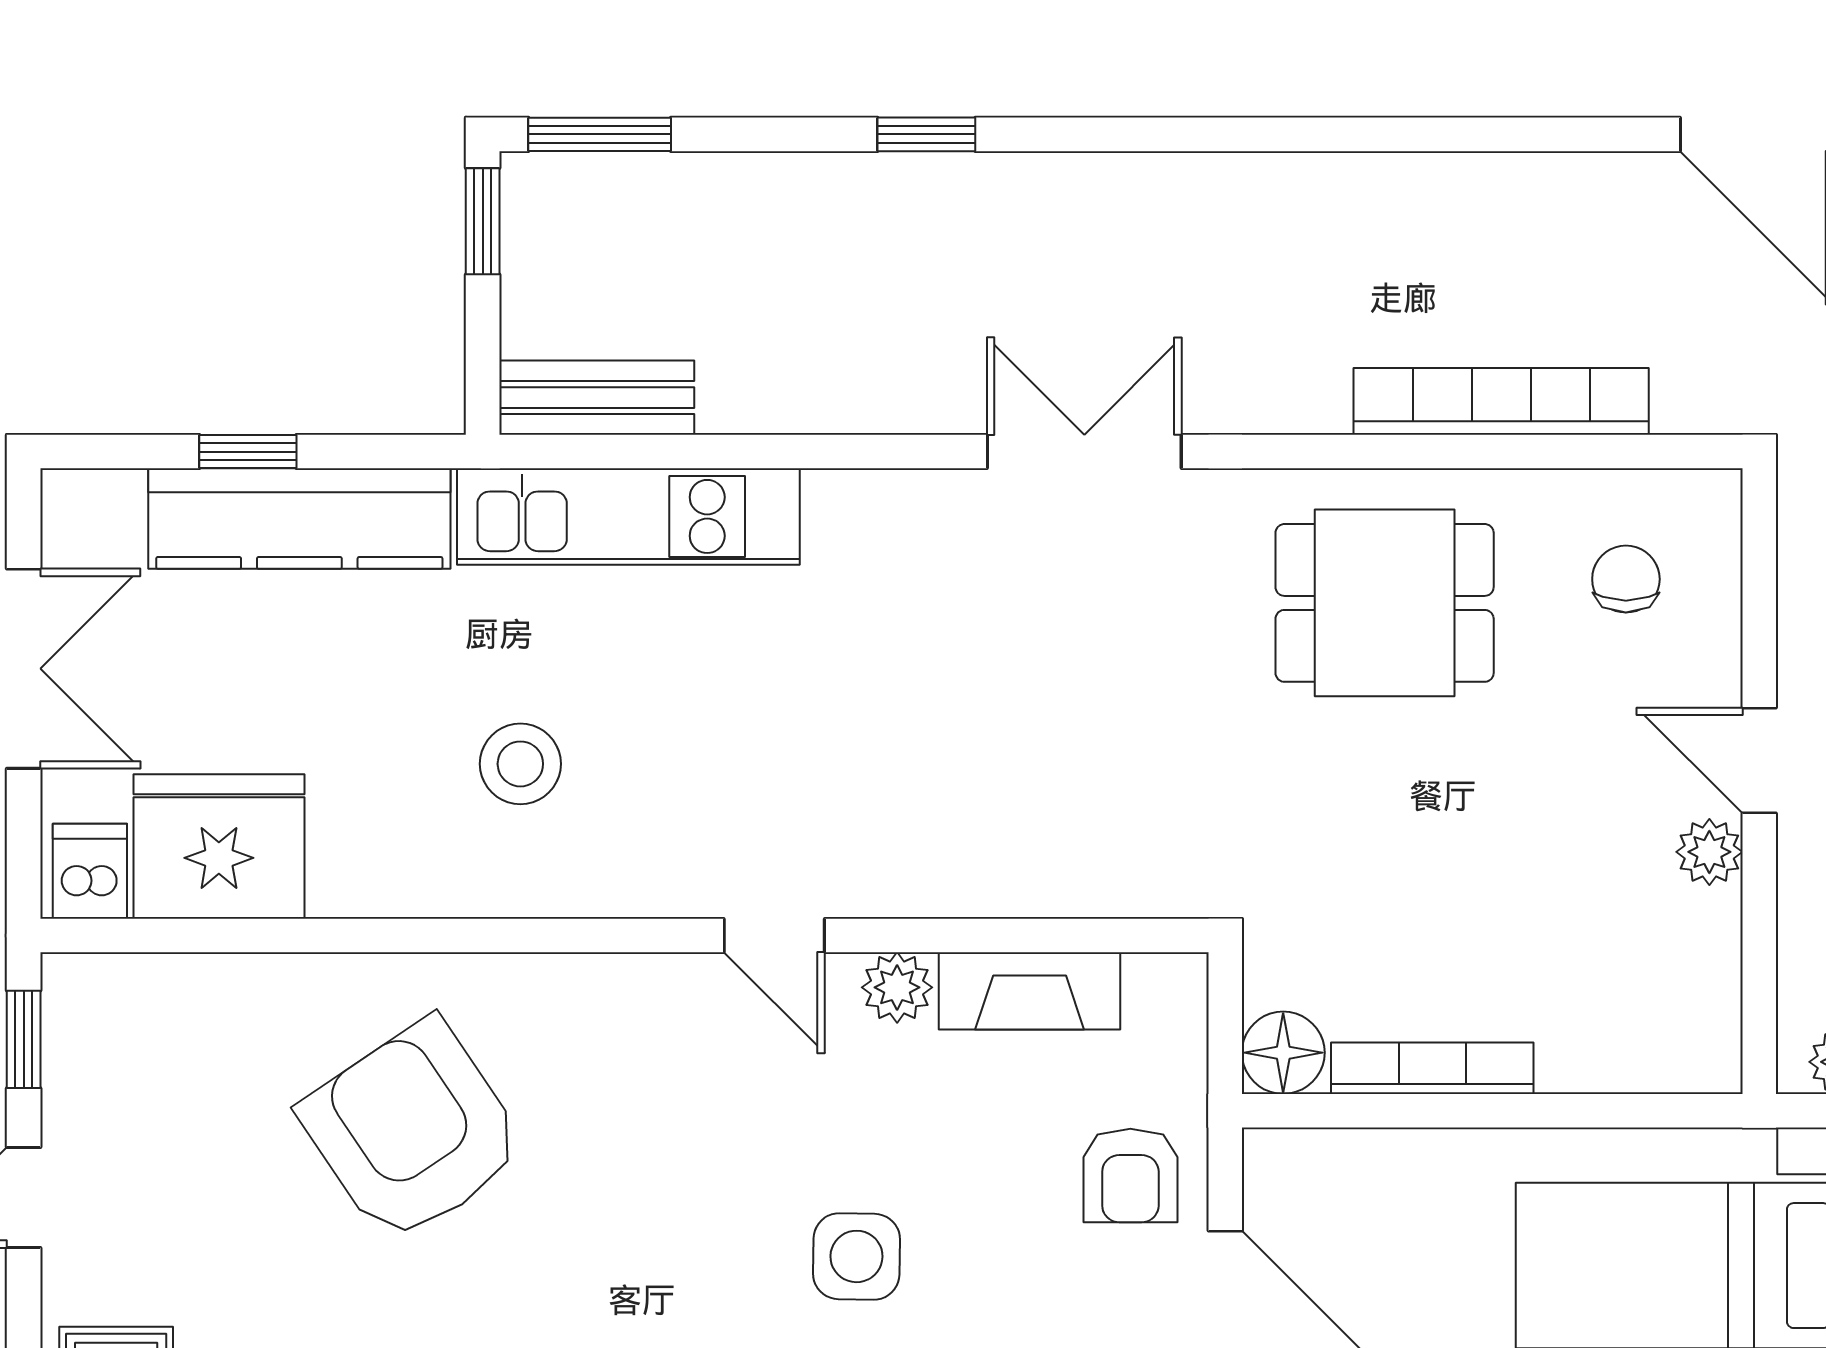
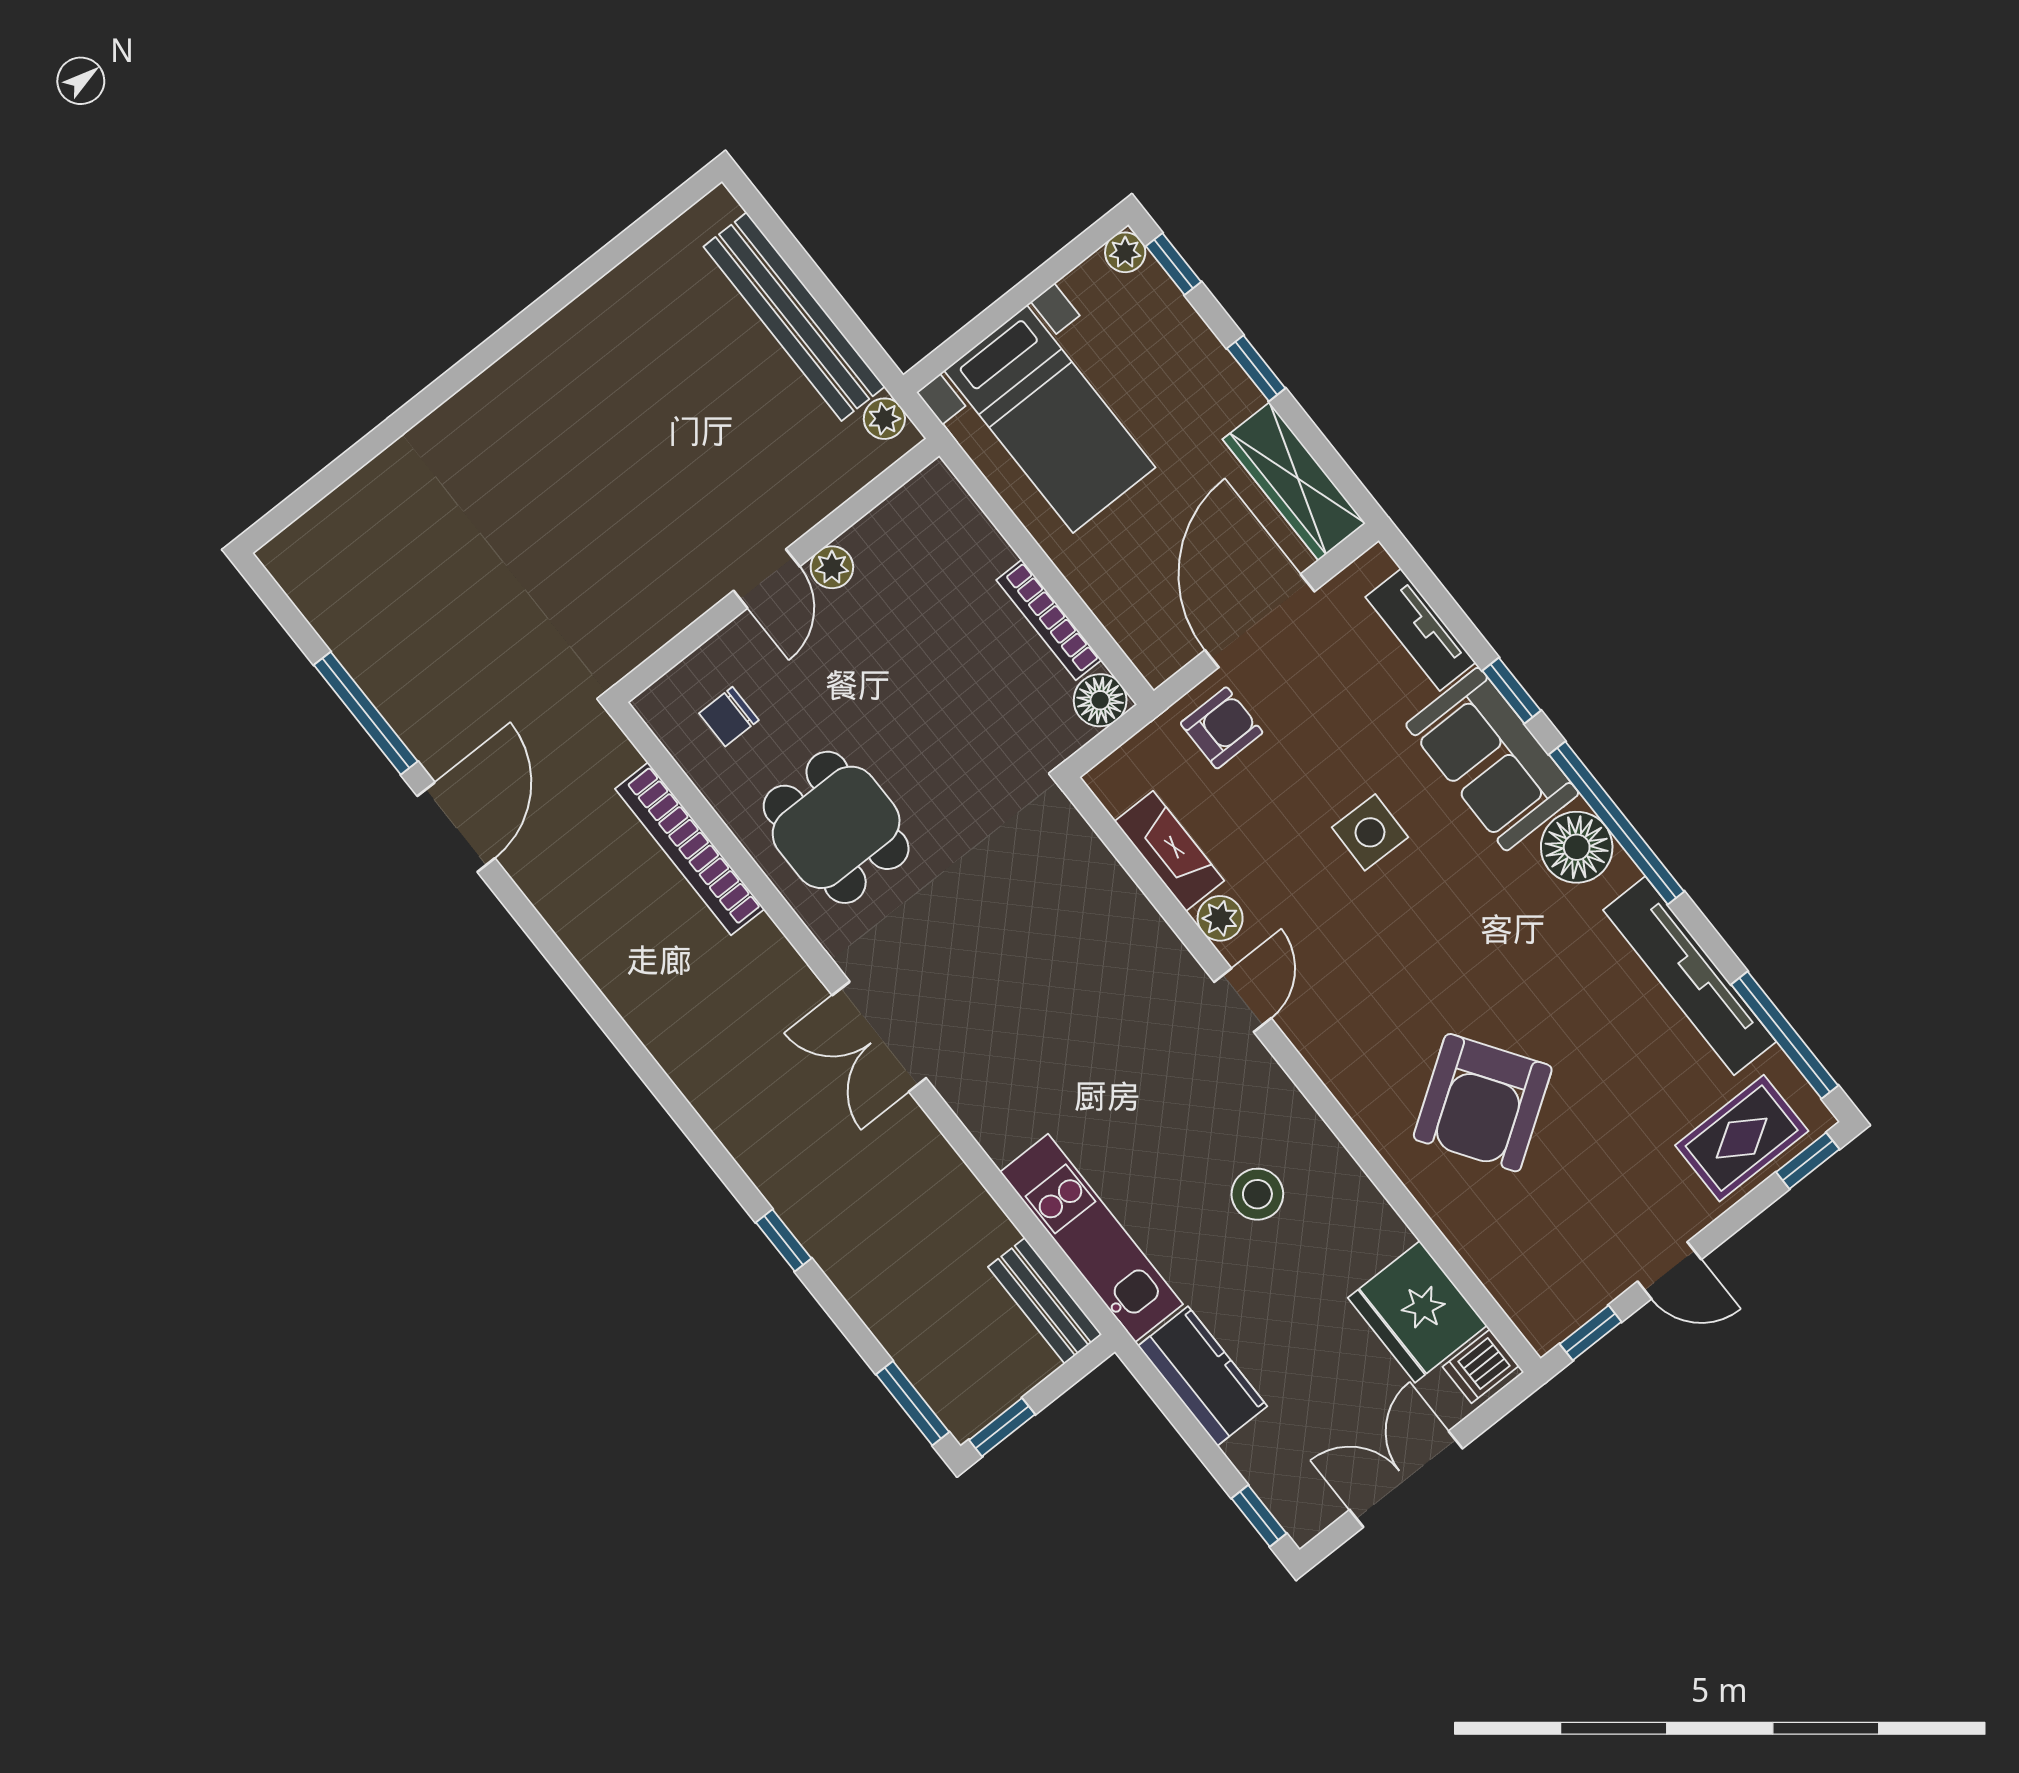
window: (248, 452) -> (1259, 1516), moved
kitchen counter: (299, 519) -> (1203, 1376), width x0.67

